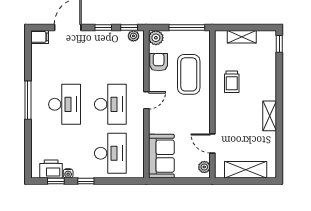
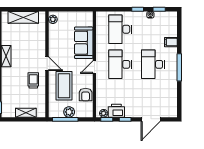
filing cabinet: (40, 37) -> (171, 42), moved
plant: (156, 38) -> (69, 112), moved
door: (212, 143) -> (47, 64), moved
sofa: (161, 156) -> (84, 43), moved
printer: (51, 169) -> (116, 111), moved, turned 180

